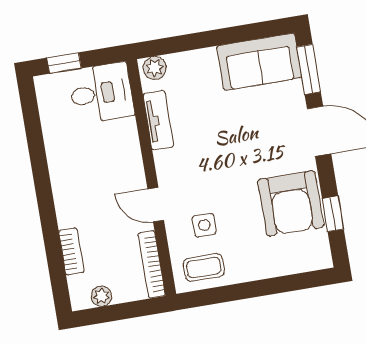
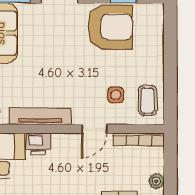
tv unit: (158, 120) -> (40, 116), width x1.41
printer: (124, 135) -> (38, 144), added

